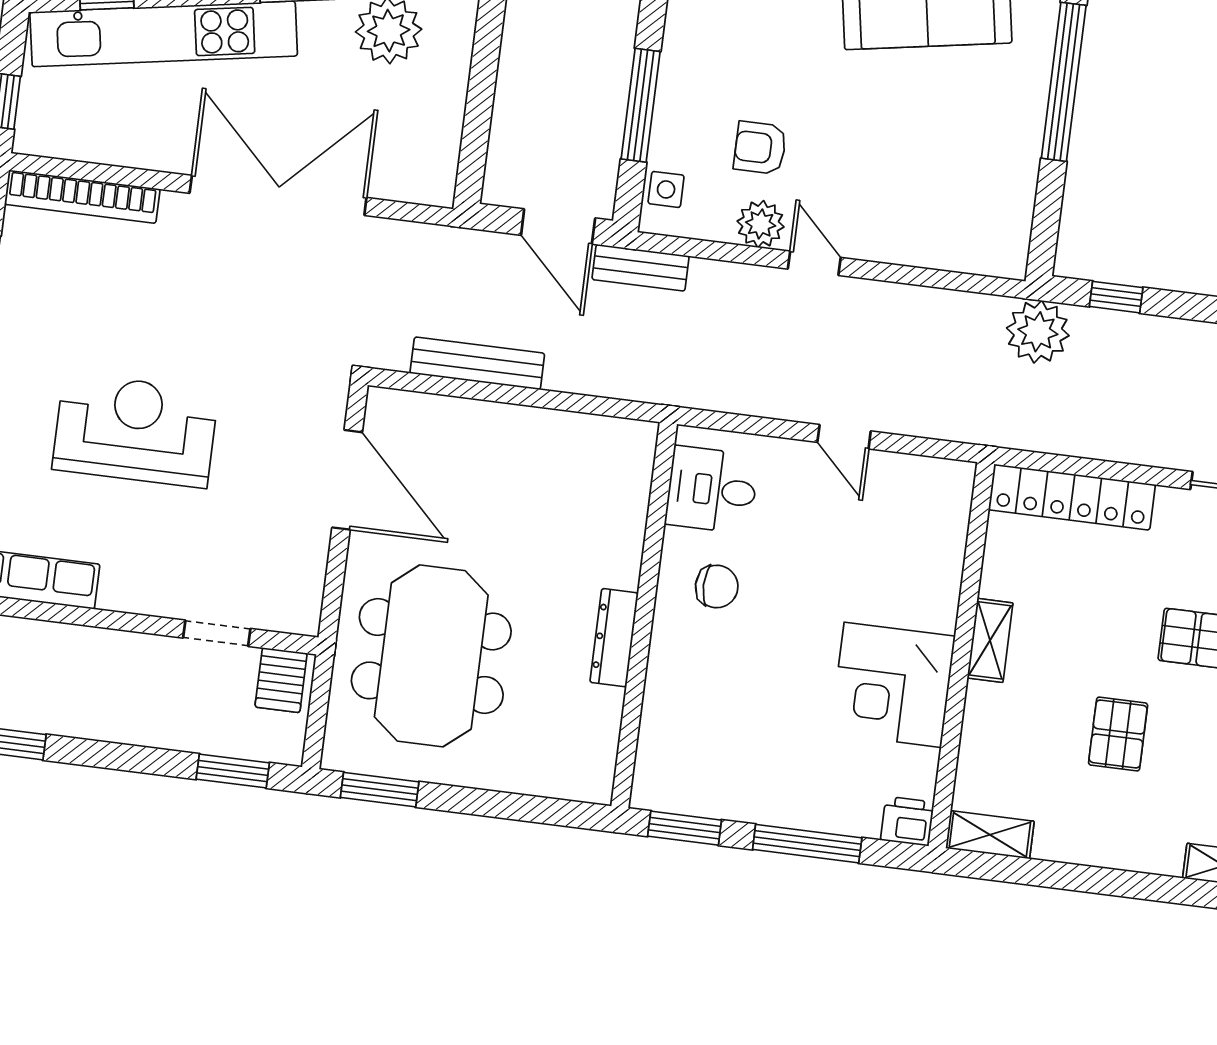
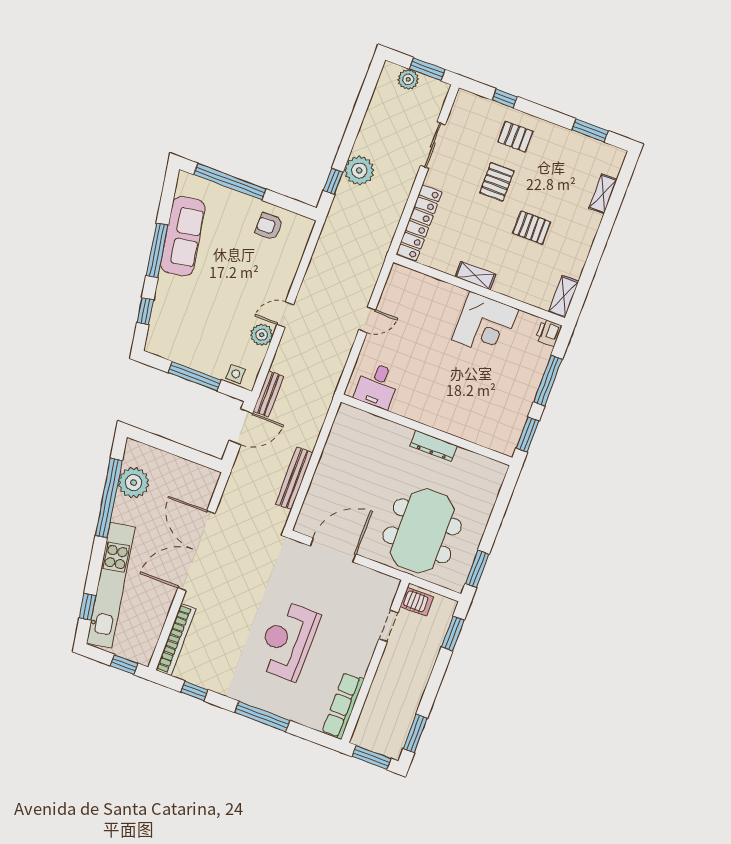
armchair: (760, 148) -> (269, 226), moved, turned 90
plant: (1038, 332) -> (359, 171), moved
chair: (717, 587) -> (421, 394), removed
meeting table: (431, 656) -> (422, 531), turned 90

